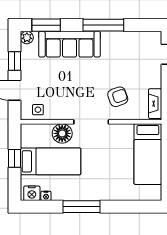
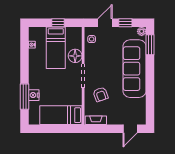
window: (103, 25) -> (150, 84), removed
sofa: (70, 44) -> (135, 69), width x1.36, depth x1.27
nightstand: (32, 193) -> (34, 95), moved
window: (81, 207) -> (25, 97), moved

